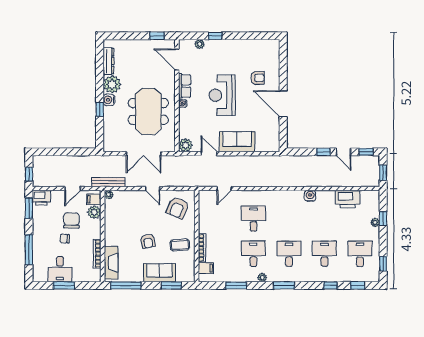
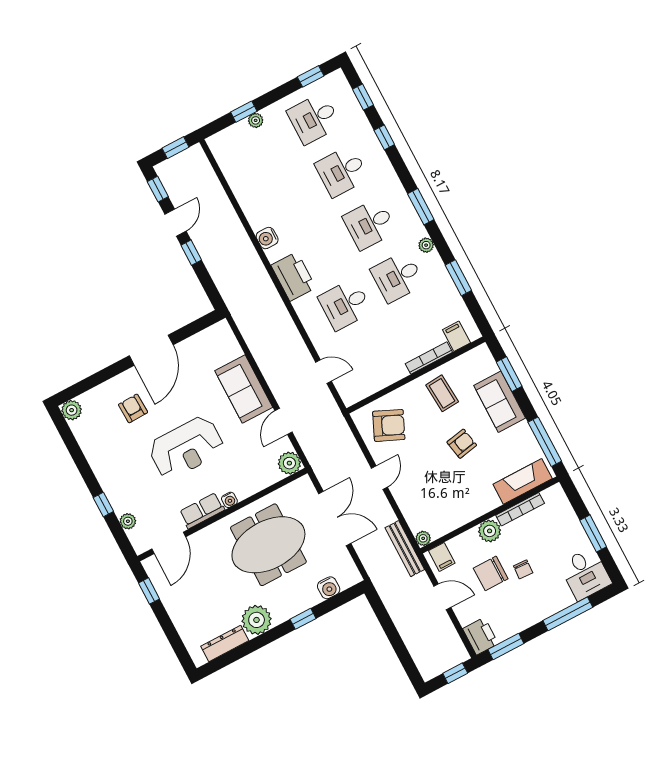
plant: (274, 45) -> (72, 410), added
water cooler: (109, 100) -> (329, 588), moved
printer: (348, 199) -> (293, 276), moved
plant: (94, 212) -> (490, 531), moved
desk: (60, 269) -> (585, 574), moved, turned 90

